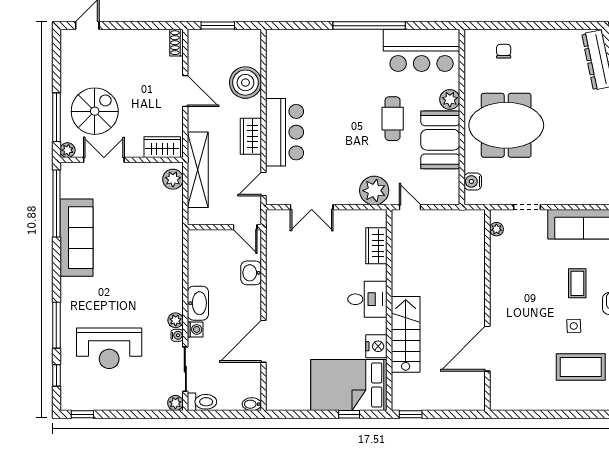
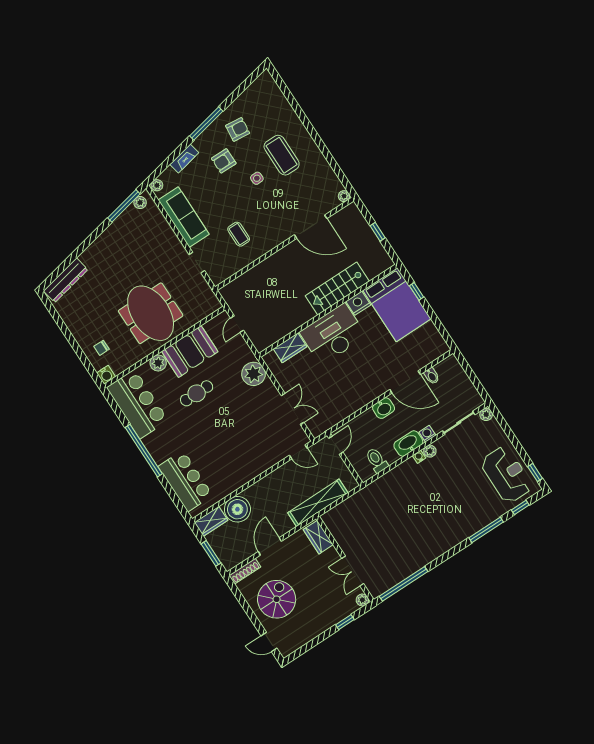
shoe rack: (177, 43) -> (245, 571), width x1.43
spiral stairs: (95, 111) -> (277, 599), moved, turned 90
window: (56, 117) -> (345, 622), width x0.46
bar counter: (285, 132) -> (185, 481), moved, turned 90
wardrobe: (251, 136) -> (211, 521), moved
plant: (173, 179) -> (335, 516), removed
water cooler: (473, 181) -> (106, 375), moved
door: (410, 207) -> (237, 324), moved
plant: (496, 229) -> (344, 196), moved
sofa: (77, 238) -> (418, 555), removed
washbasin: (251, 273) -> (384, 408), moved
coffee table: (577, 283) -> (239, 234), moved, turned 90
desk: (367, 299) -> (333, 334), width x1.87, depth x1.30
water cooler: (177, 335) -> (419, 457), moved
reception desk: (109, 348) -> (506, 475), moved
toilet: (202, 402) -> (377, 460), moved
bidet: (252, 404) -> (432, 376), moved
window: (411, 414) -> (378, 232), moved

